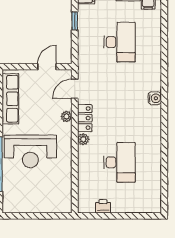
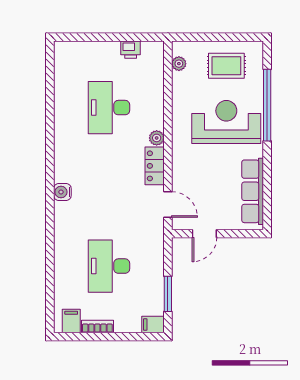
window: (75, 21) -> (168, 294), width x1.50
door: (75, 89) -> (168, 204), hinge flipped
plant: (66, 117) -> (179, 64), moved
rug: (30, 194) -> (226, 66), added

